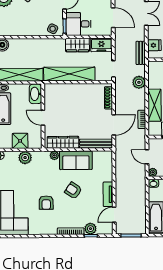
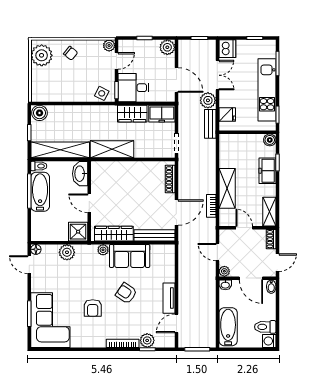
shelving: (69, 74) -> (112, 149), width x0.68
plant: (139, 82) -> (208, 100), moved
shower: (20, 141) -> (78, 232), moved

